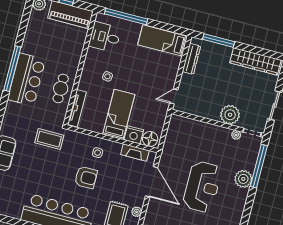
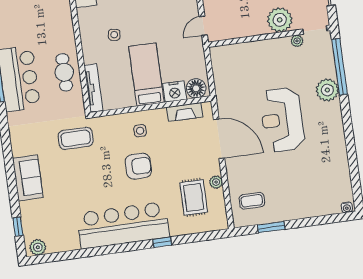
reception desk: (202, 187) -> (282, 120), turned 180

